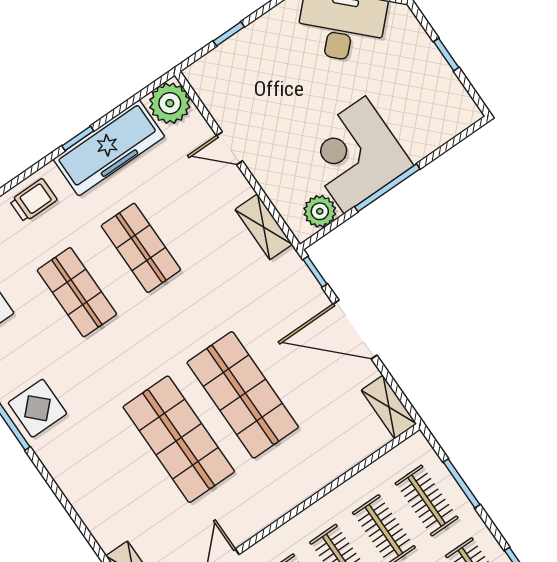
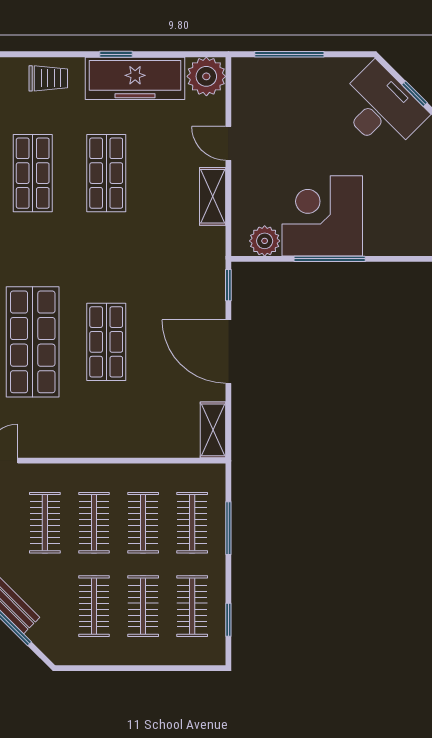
window: (229, 34) -> (289, 54), width x2.17
shelving: (264, 227) -> (213, 196), moved
shop shelf: (243, 395) -> (106, 342), width x0.70, depth x0.74

